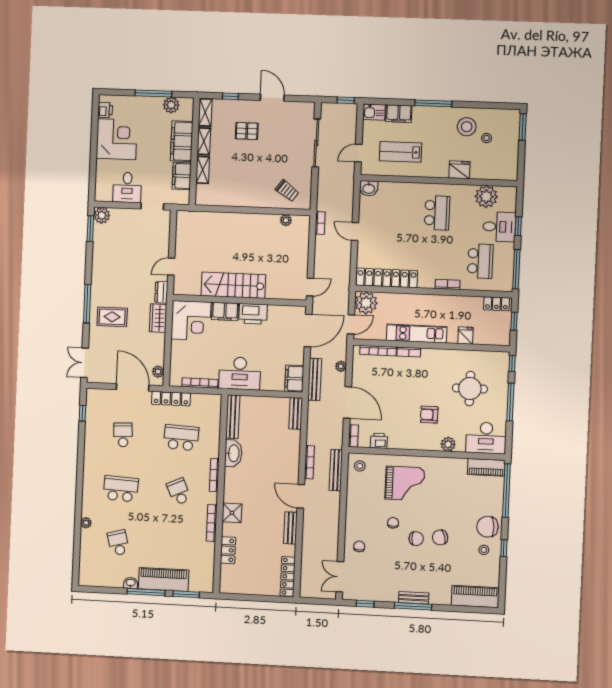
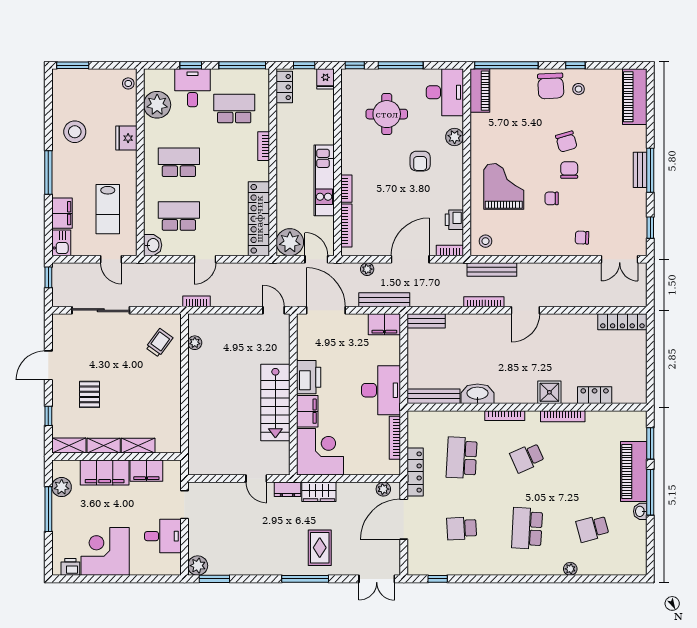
stool: (487, 138) -> (128, 83), moved
school desk: (392, 211) -> (179, 216), added
fridge: (465, 336) -> (325, 79), moved, turned -90
bench: (290, 528) -> (564, 321), removed

